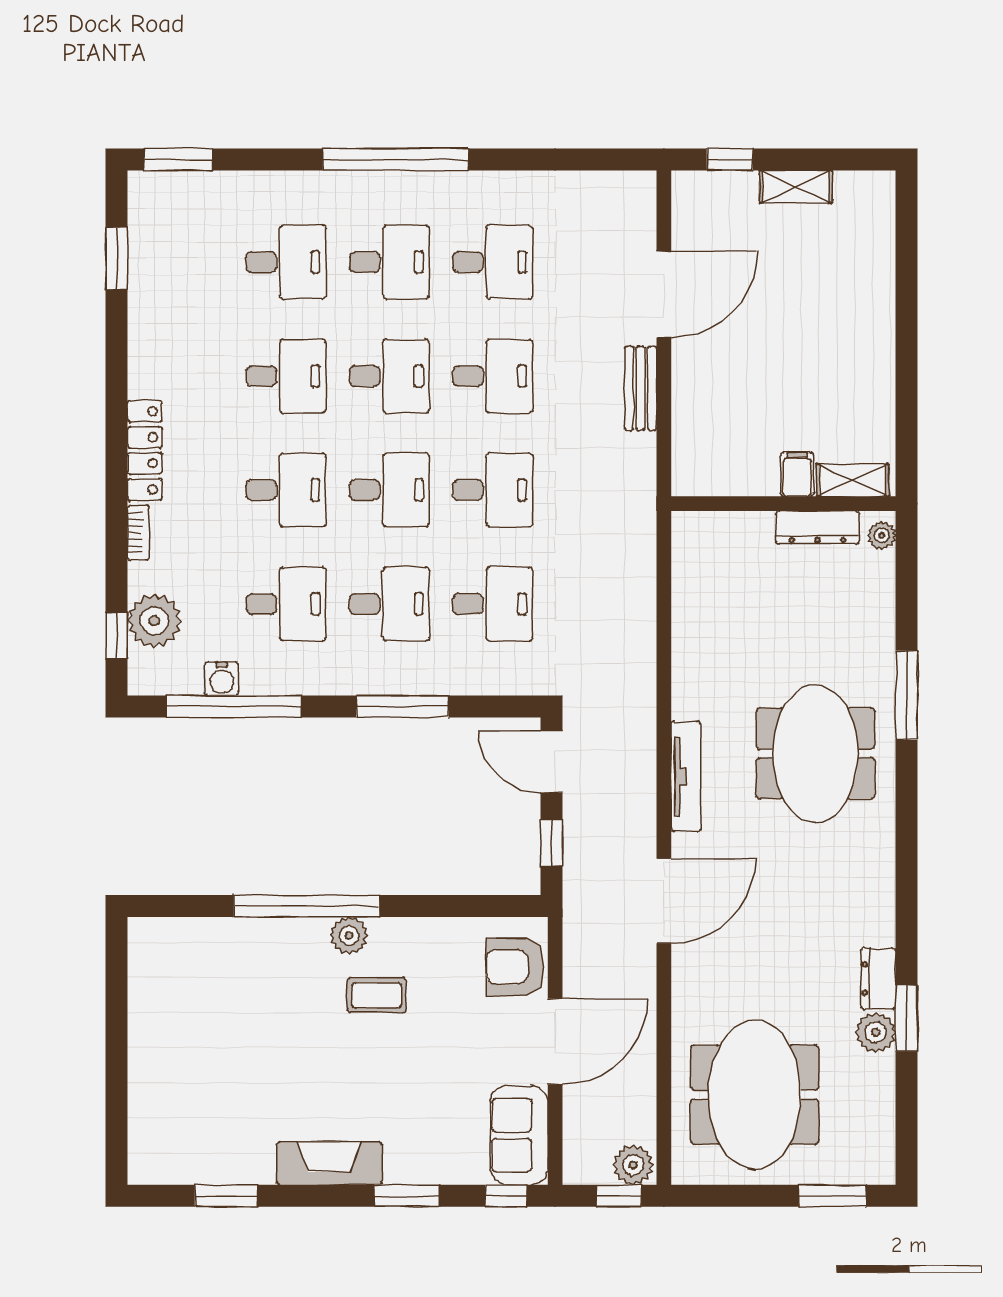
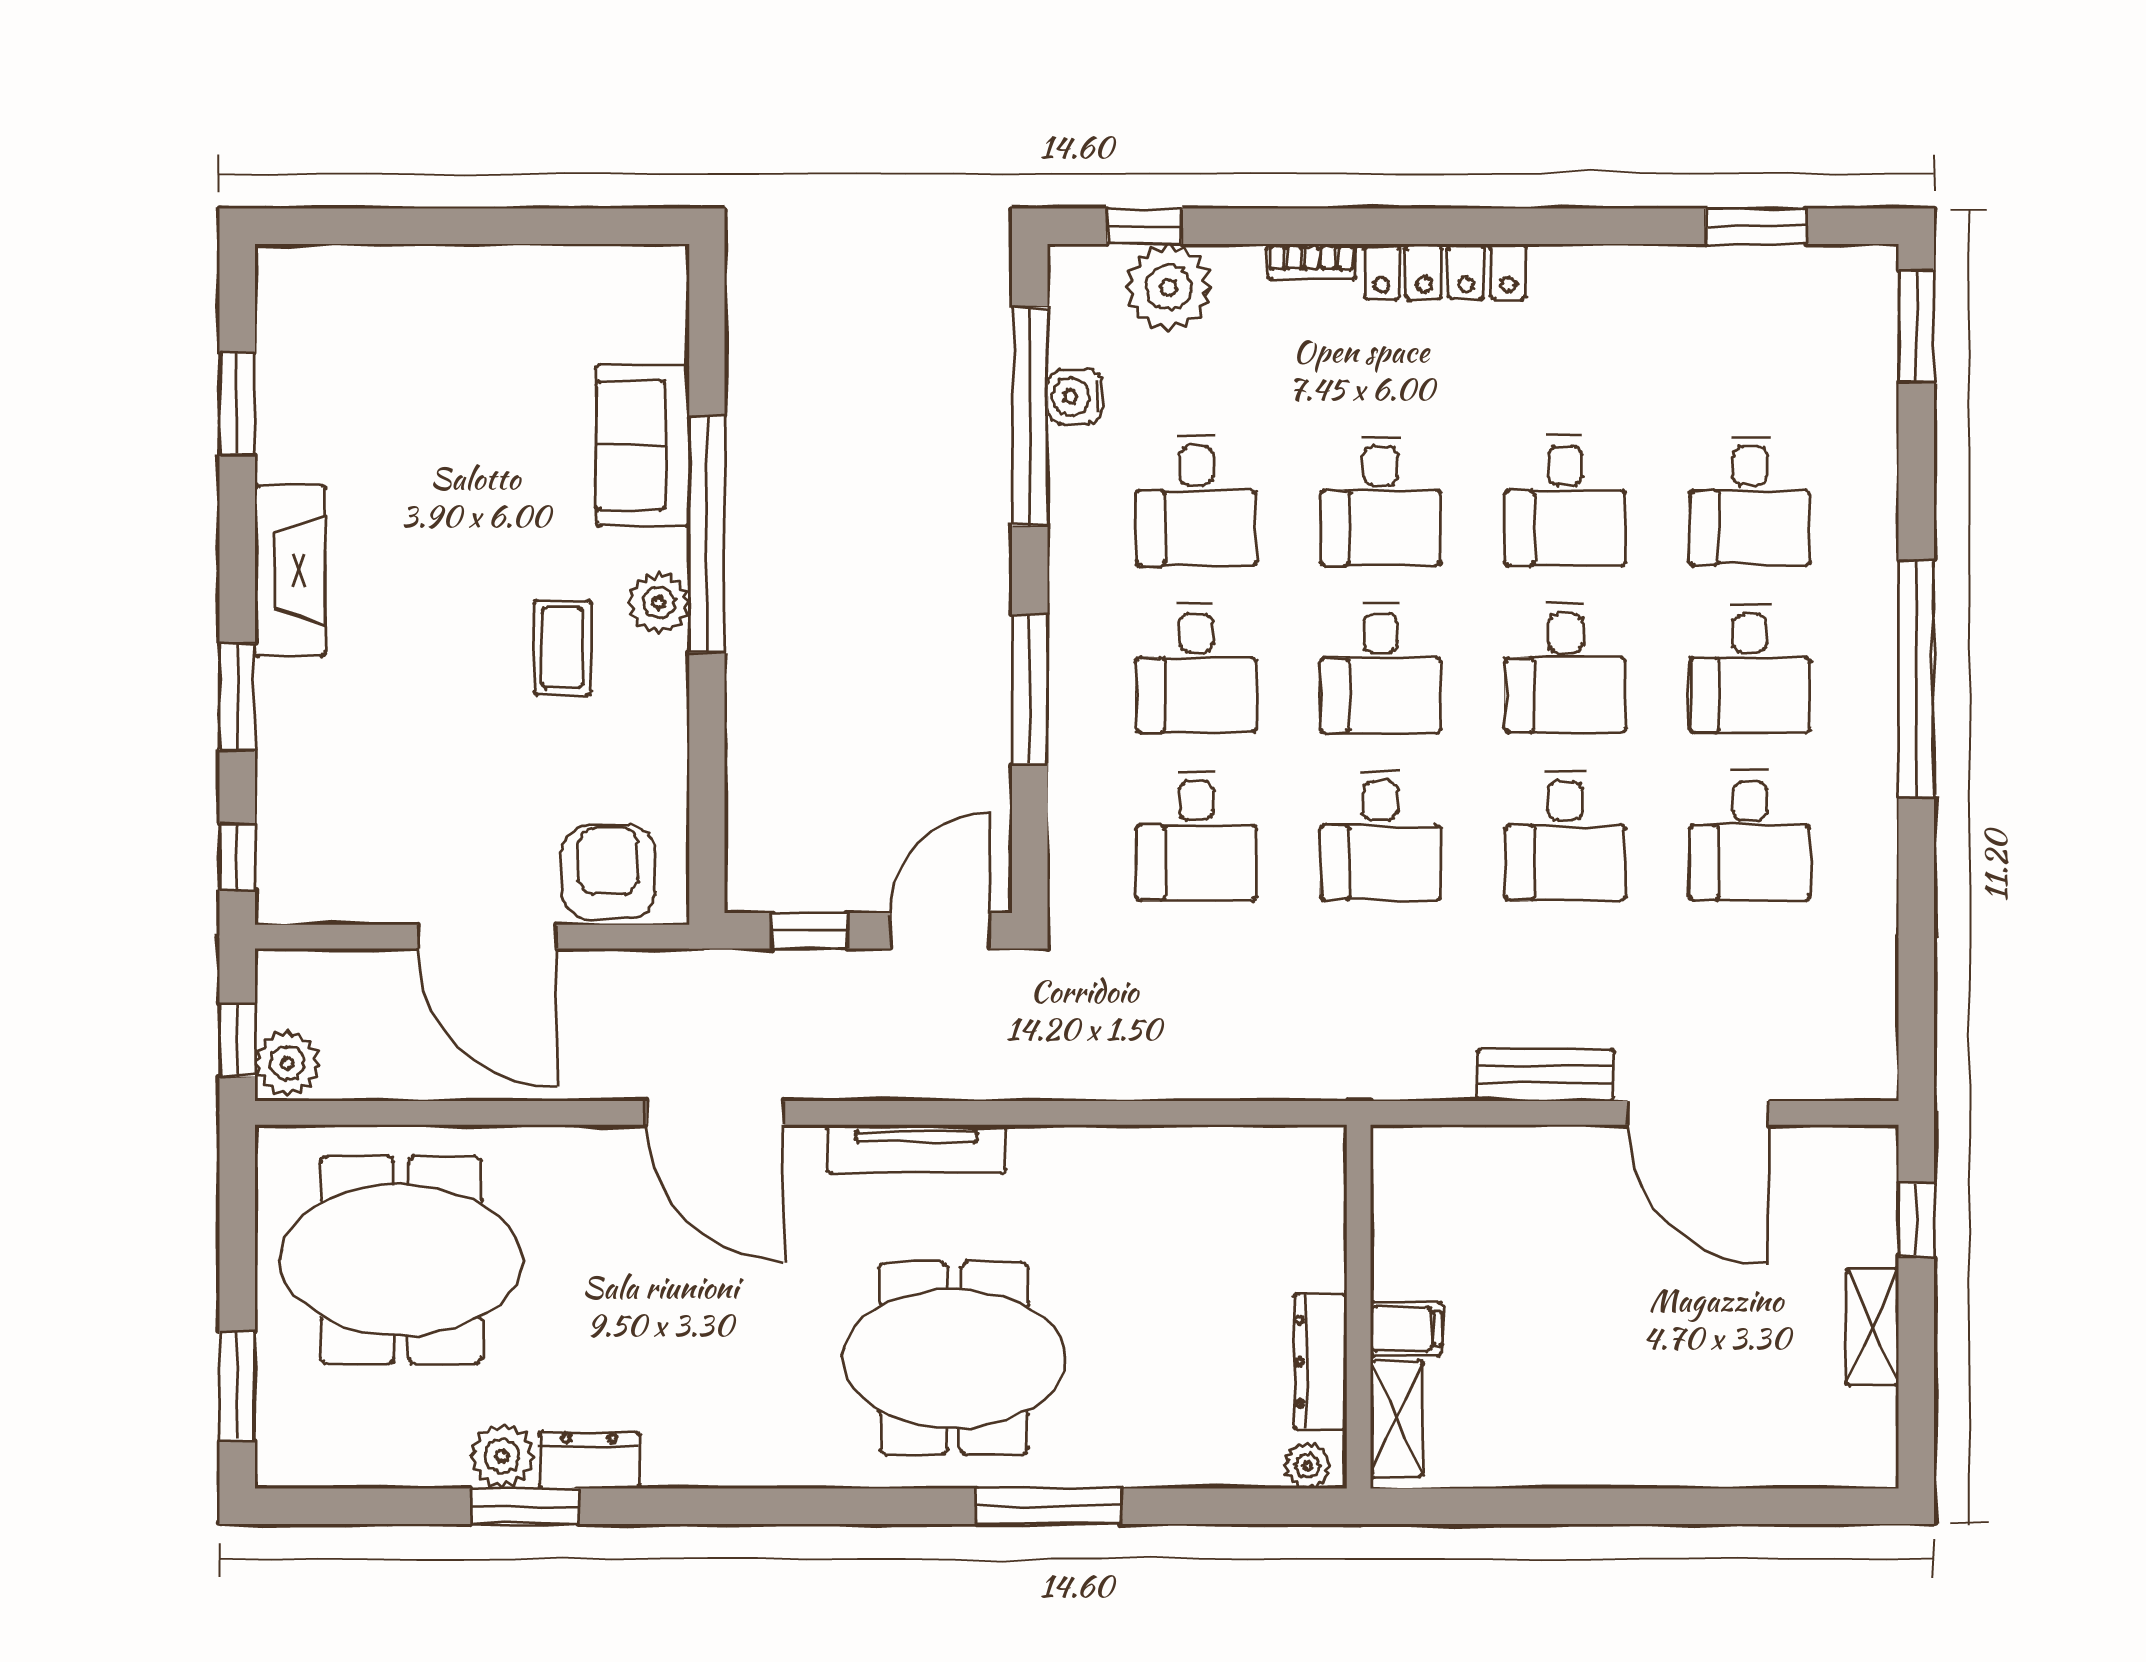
sofa: (519, 1135) -> (643, 445), moved, turned -90

